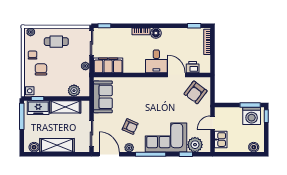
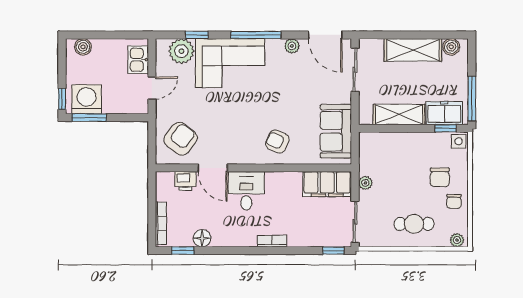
floor lamp: (156, 33) -> (202, 238), moved
plant: (74, 91) -> (384, 142), removed
armchair: (130, 127) -> (277, 141), moved

